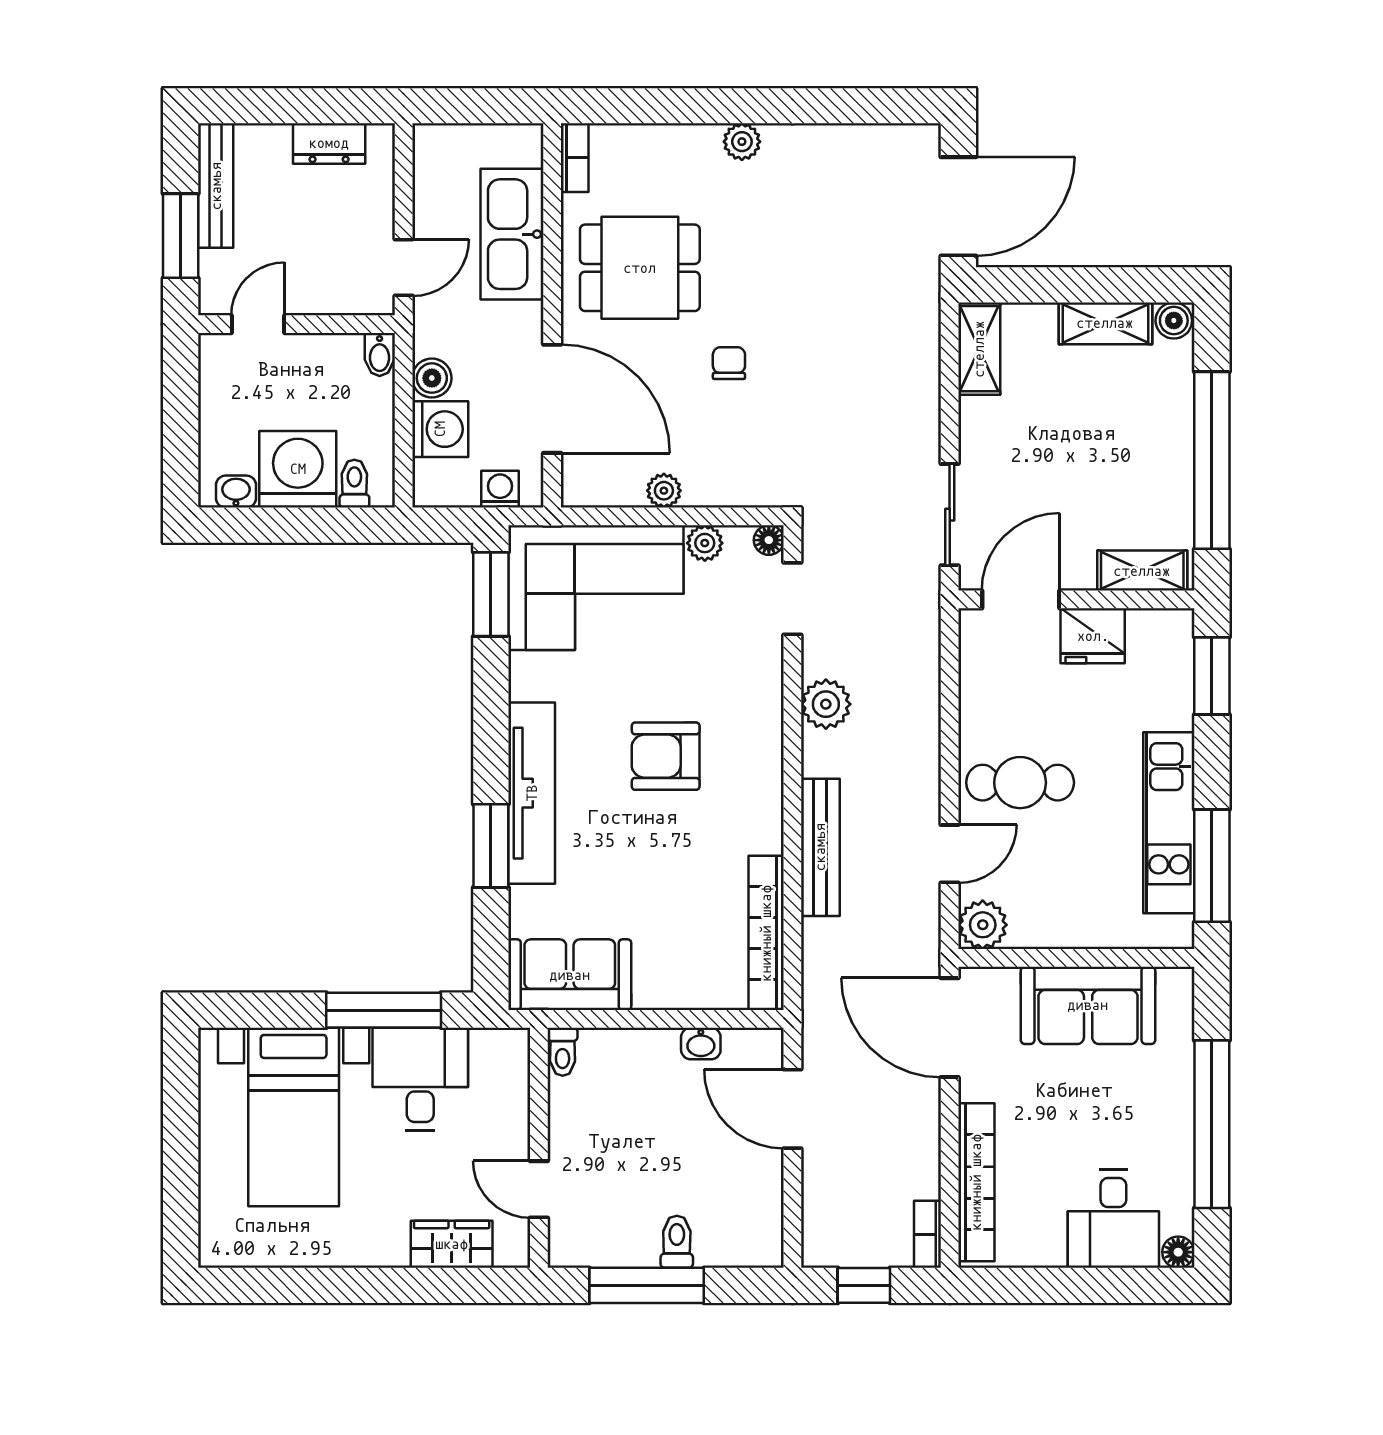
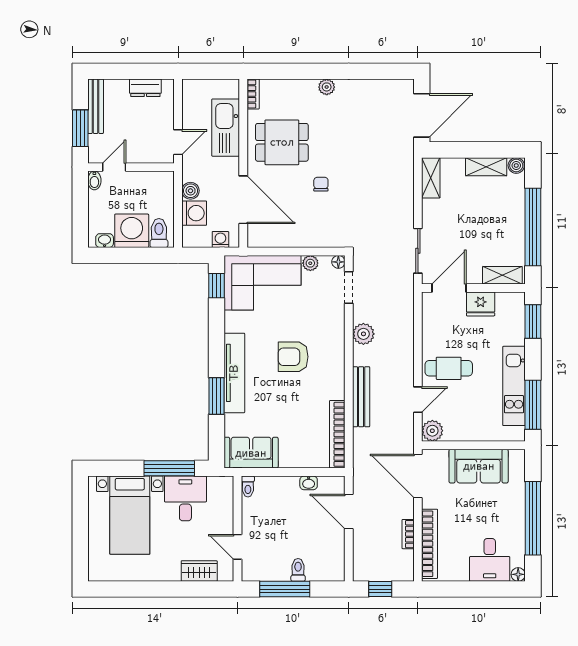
bidet: (380, 355) -> (94, 180), moved
toilet: (354, 484) -> (159, 233), width x1.37, depth x1.39
plant: (664, 491) -> (292, 240), removed
window: (491, 594) -> (216, 286), width x0.67
bookcase: (927, 1234) -> (408, 534), moved

